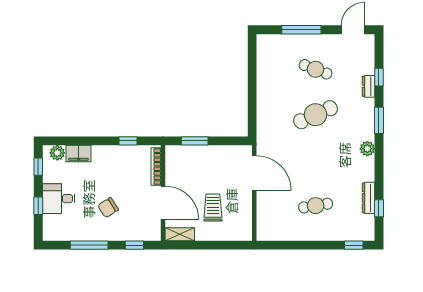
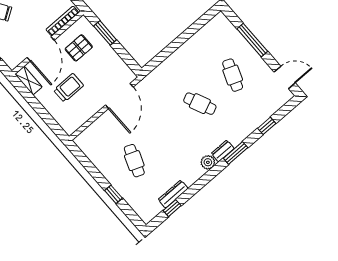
dresser: (369, 86) -> (223, 151), moved
cafe table: (316, 115) -> (200, 104), width x0.73, depth x0.74
pallet: (188, 172) -> (79, 48), added
cafe table: (316, 206) -> (134, 161), turned 30
window: (354, 245) -> (114, 194), moved

